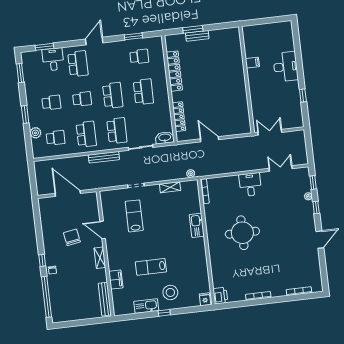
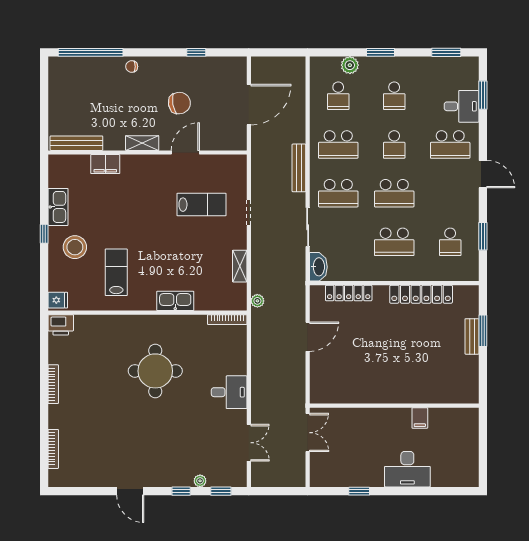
window: (42, 260) -> (196, 52), moved
lab bench: (151, 267) -> (116, 272), moved

